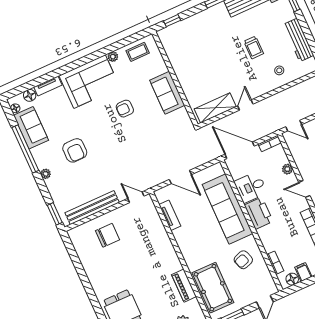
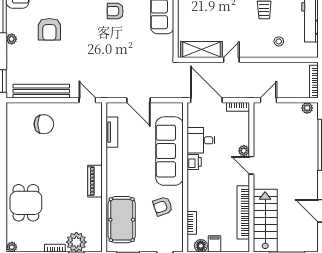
door: (294, 126) -> (269, 100), swing flipped
plant: (287, 169) -> (244, 151), moved
printer: (259, 213) -> (194, 162), width x0.53, depth x0.68
piano: (184, 286) -> (95, 181), moved

